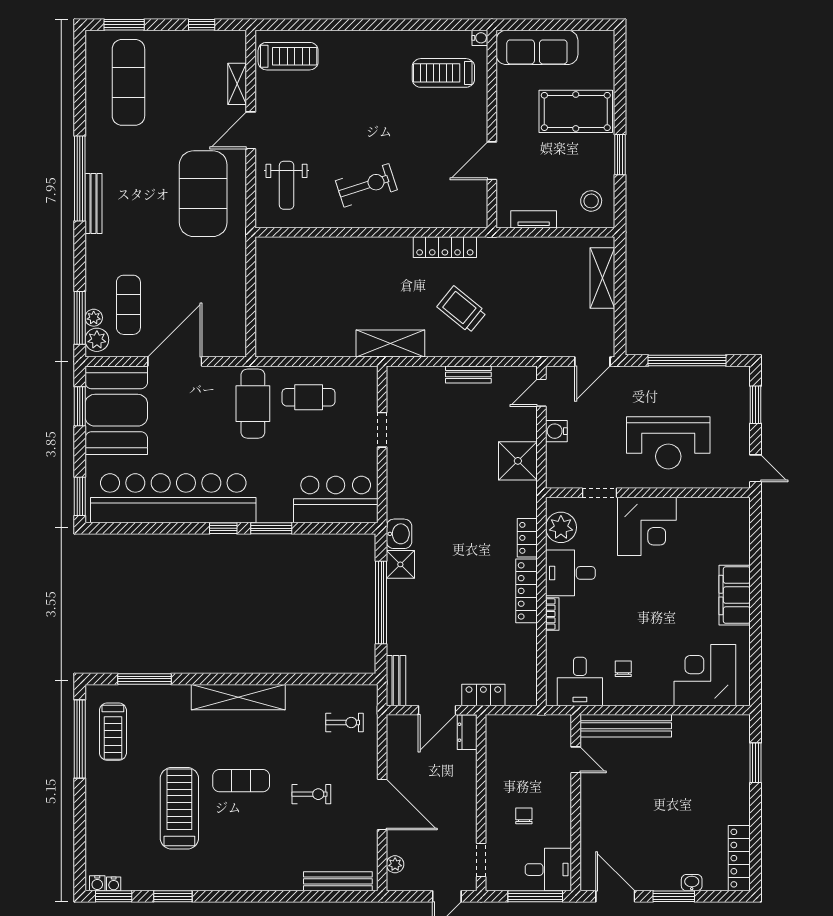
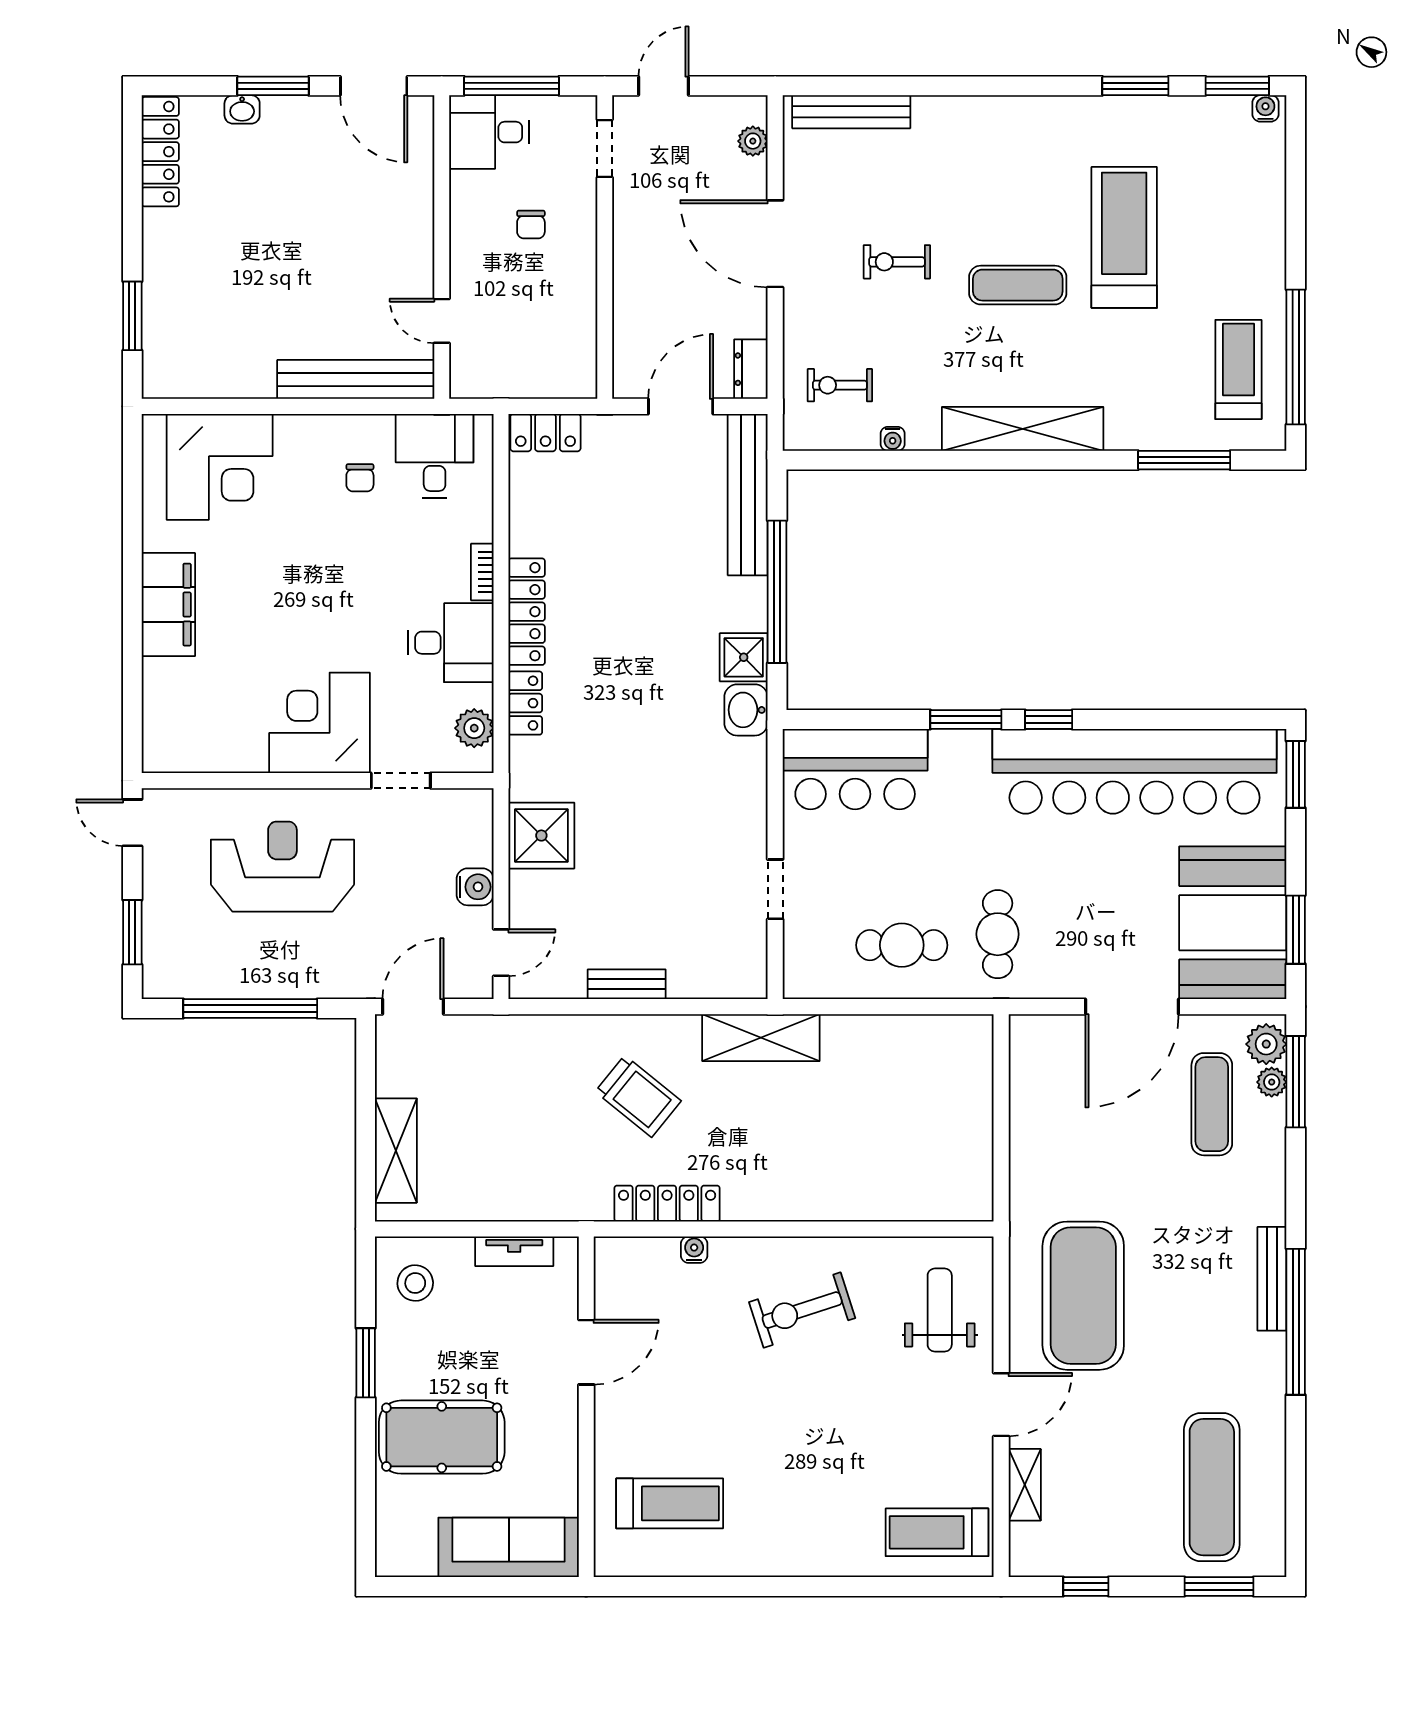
water cooler: (480, 38) -> (694, 1250), moved, turned 90
cafe table: (253, 404) -> (998, 934), width x0.73, depth x0.74
plant: (561, 527) -> (474, 728), width x0.73, depth x0.73
bench: (396, 680) -> (748, 495), width x1.86, depth x1.21
locker: (483, 695) -> (545, 433), moved
dresser: (467, 732) -> (751, 369), moved, turned 180
treadmill: (179, 808) -> (1124, 237), turned 180
water cooler: (114, 884) -> (893, 439), moved, turned 180

